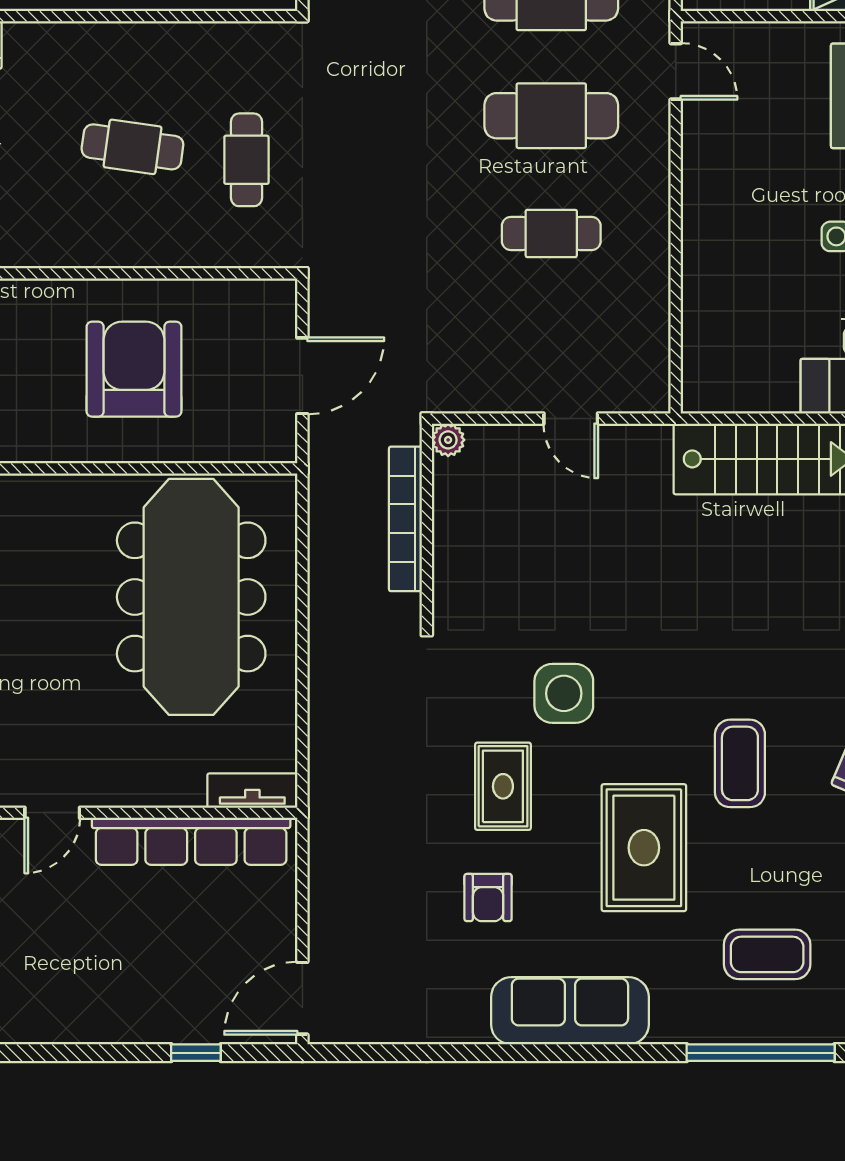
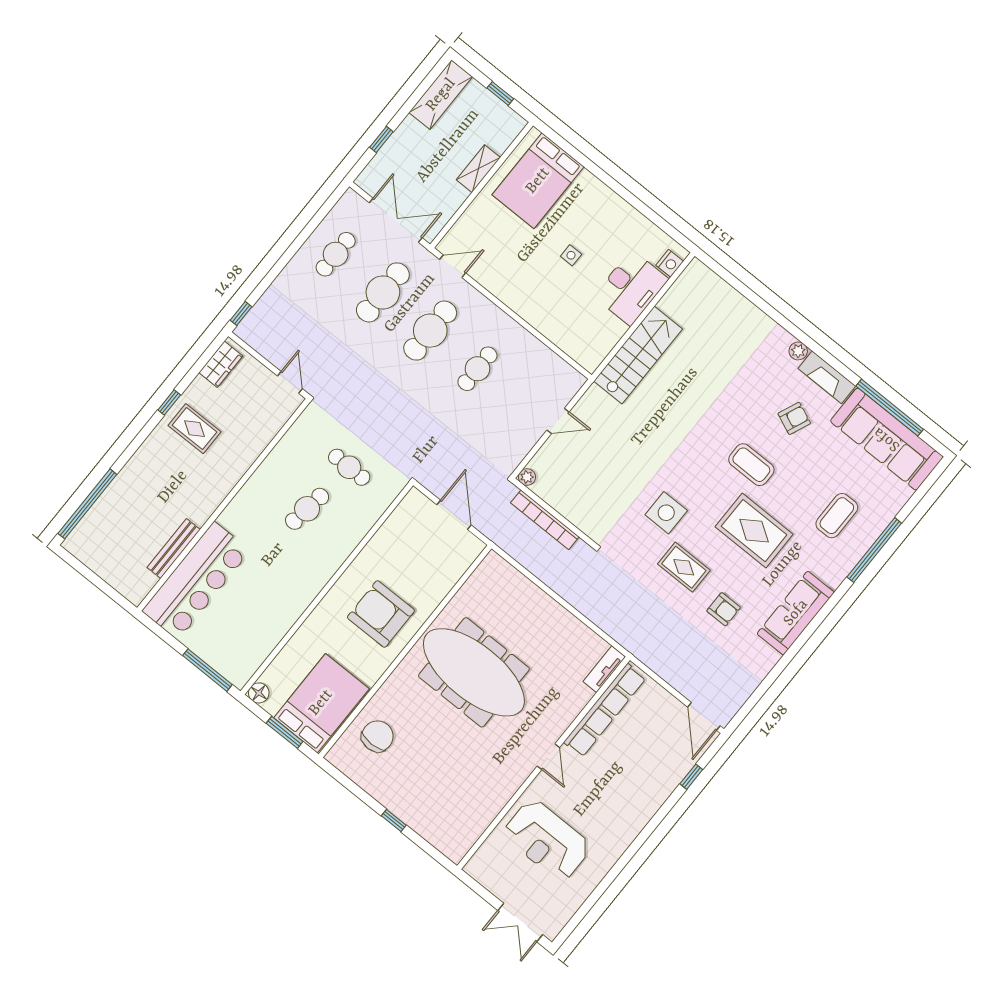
armchair: (134, 369) -> (381, 614), moved
meeting table: (191, 597) -> (474, 672), moved

